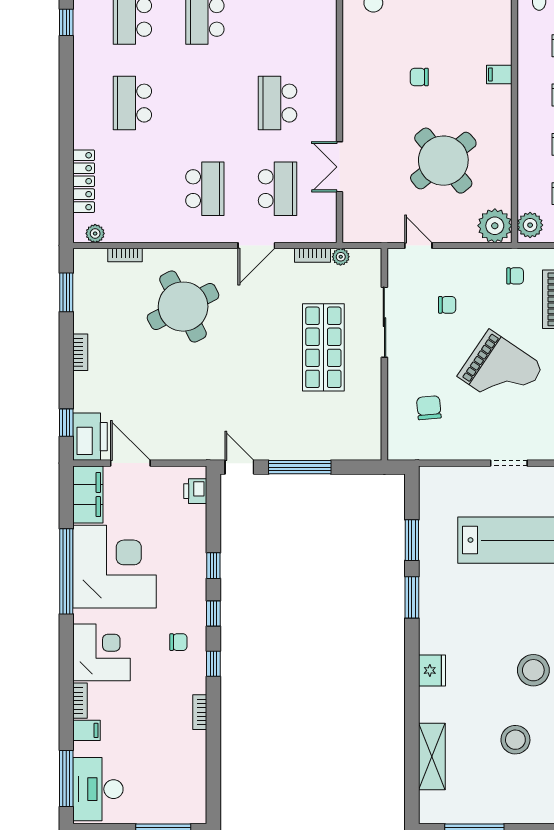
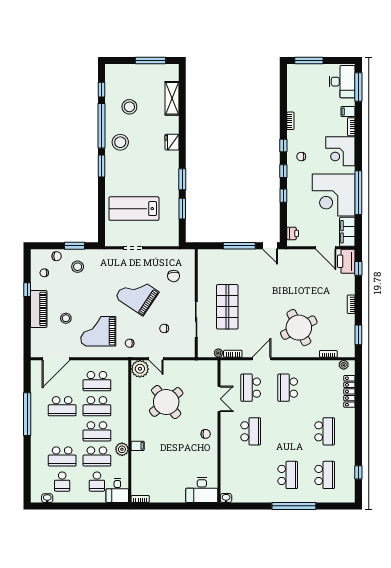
chair: (419, 77) -> (206, 434), moved
plant: (530, 225) -> (122, 449), moved
door: (418, 246) -> (156, 359), moved

